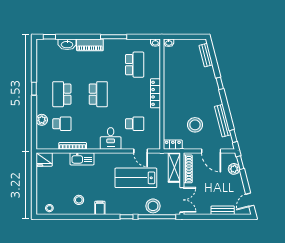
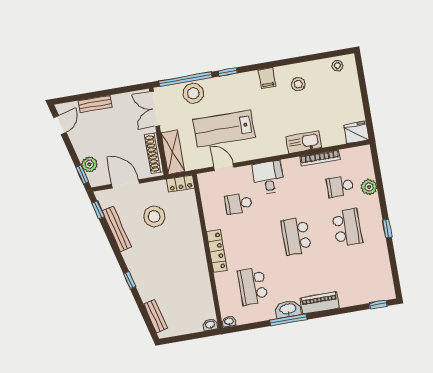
washbasin: (67, 44) -> (288, 309), moved
lab bench: (136, 178) -> (224, 128), turned 180

